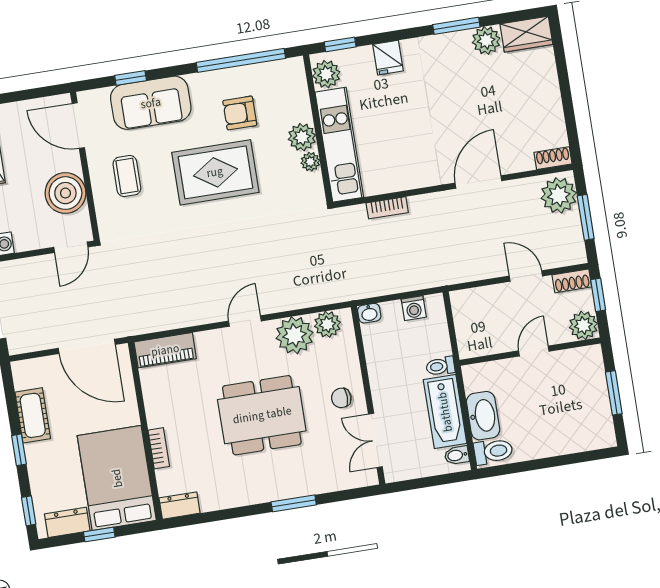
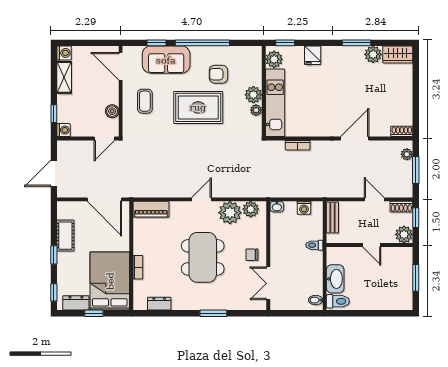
window: (241, 60) -> (202, 43), moved
boiler: (65, 193) -> (112, 111), width x0.54, depth x0.54
plant: (559, 195) -> (407, 154), width x0.53, depth x0.53
bench: (463, 316) -> (332, 218), added
door: (534, 351) -> (372, 245), swing flipped
bathtub: (445, 412) -> (313, 273), removed
dining table: (262, 415) -> (203, 257), turned 90
dresser: (180, 506) -> (159, 304), moved

